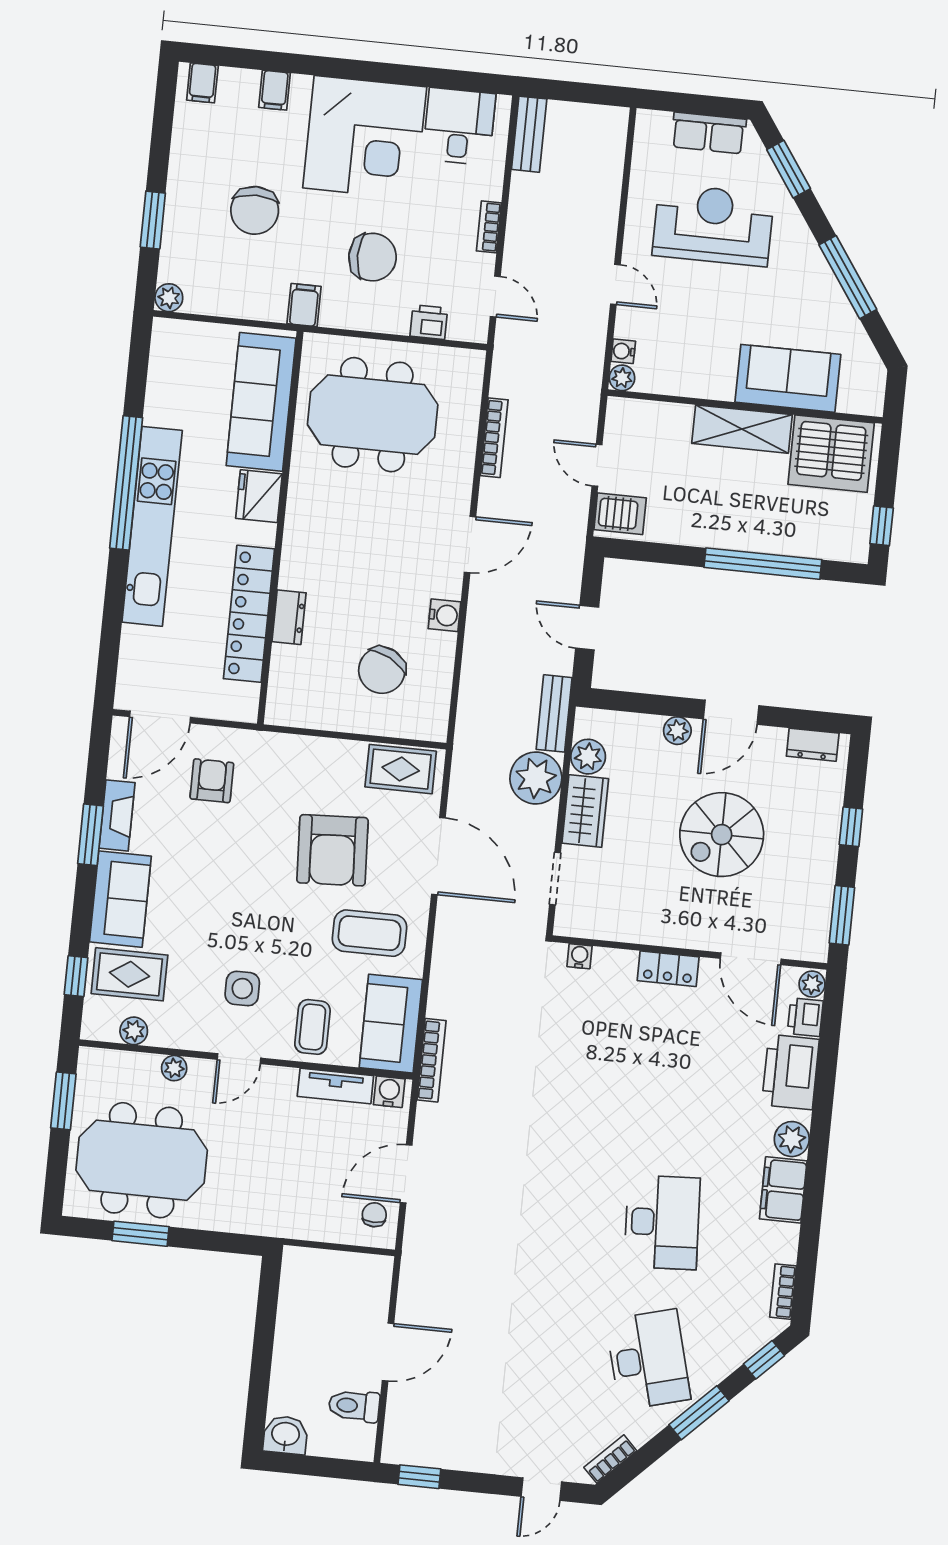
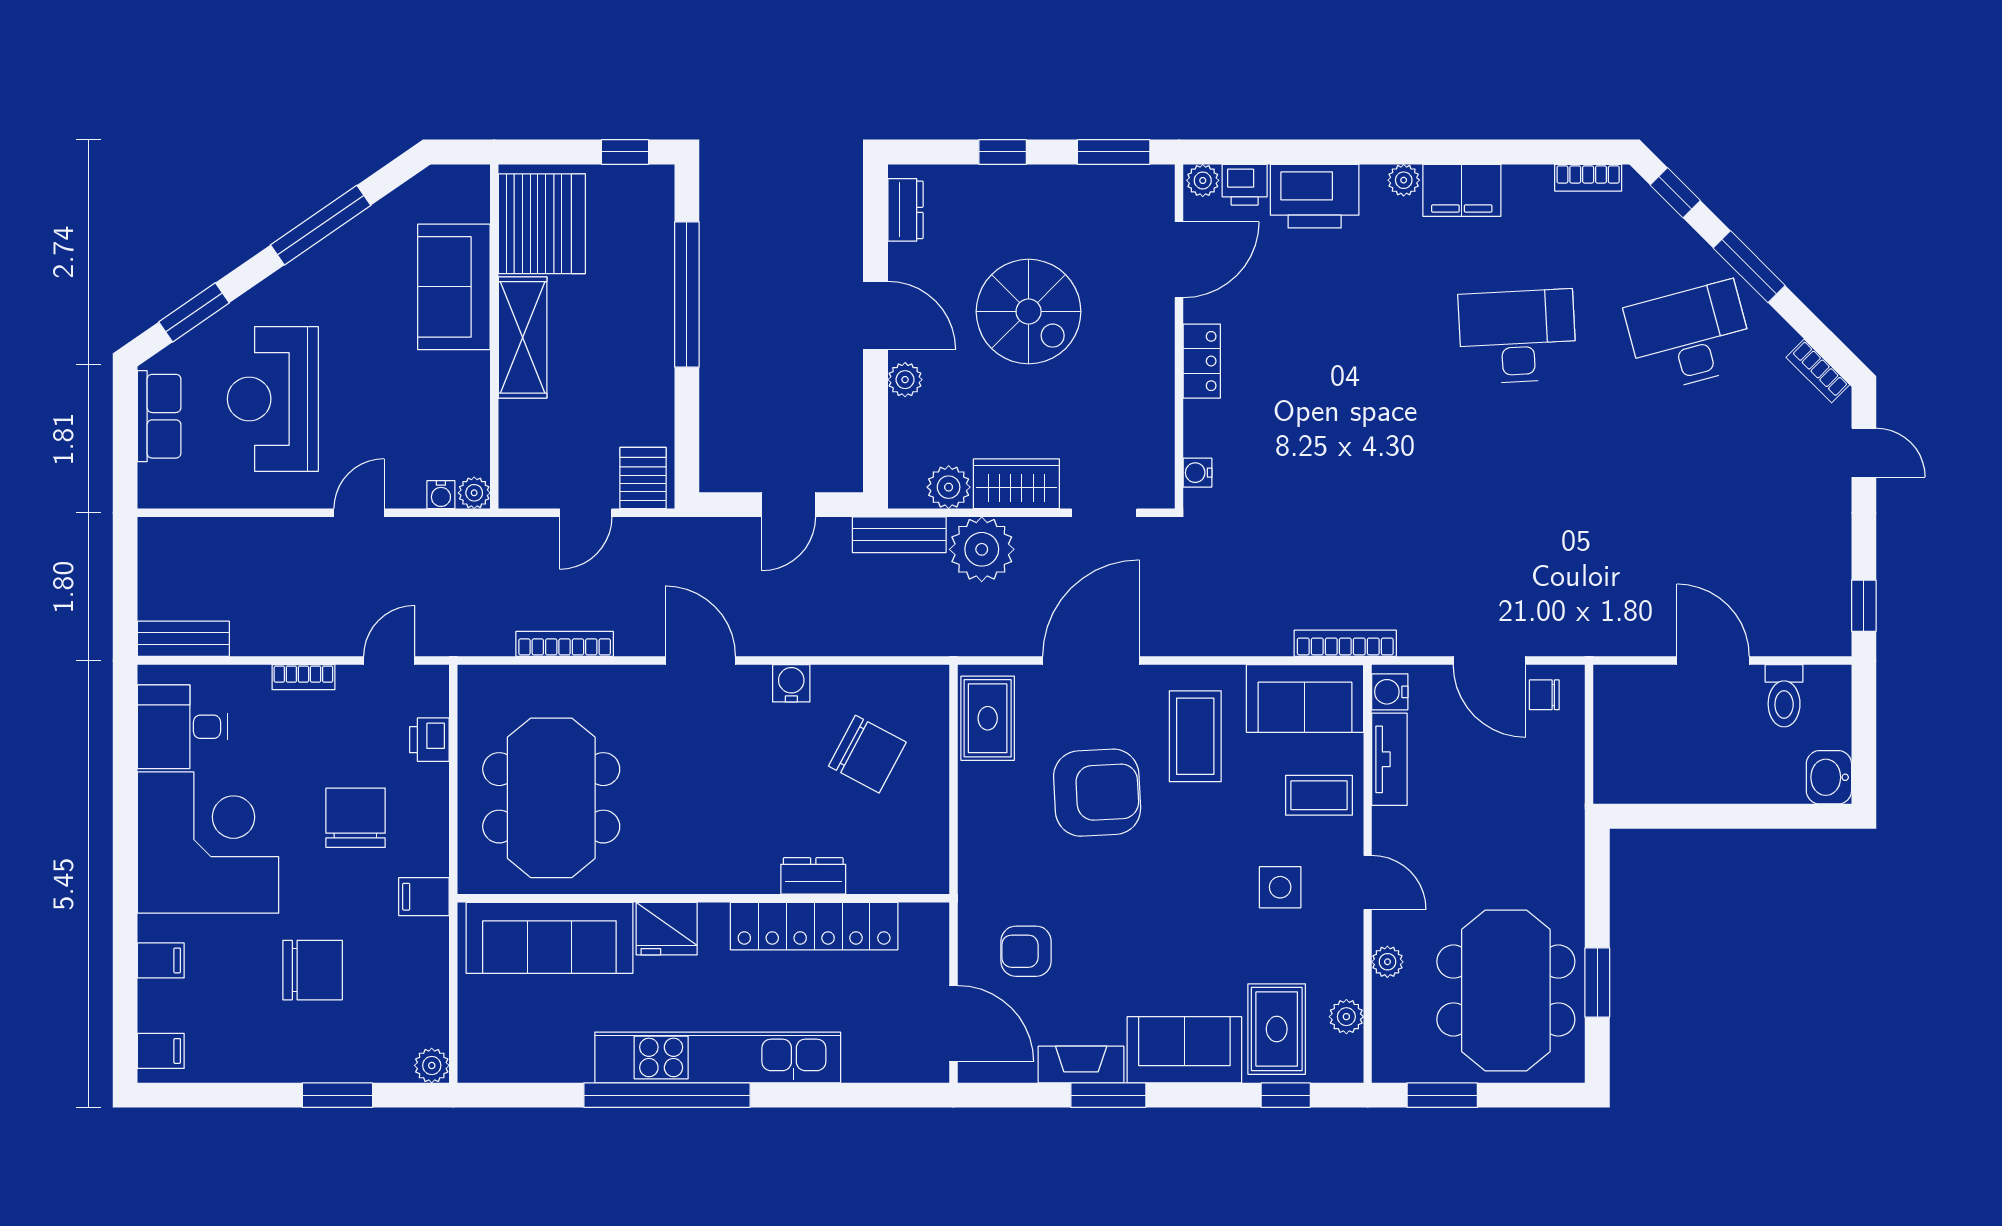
plant: (792, 1139) -> (1404, 180), width x0.73, depth x0.73

